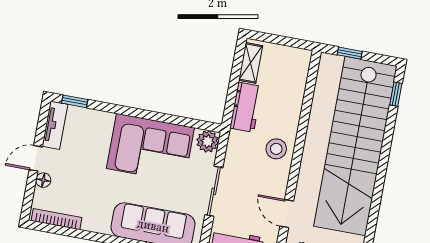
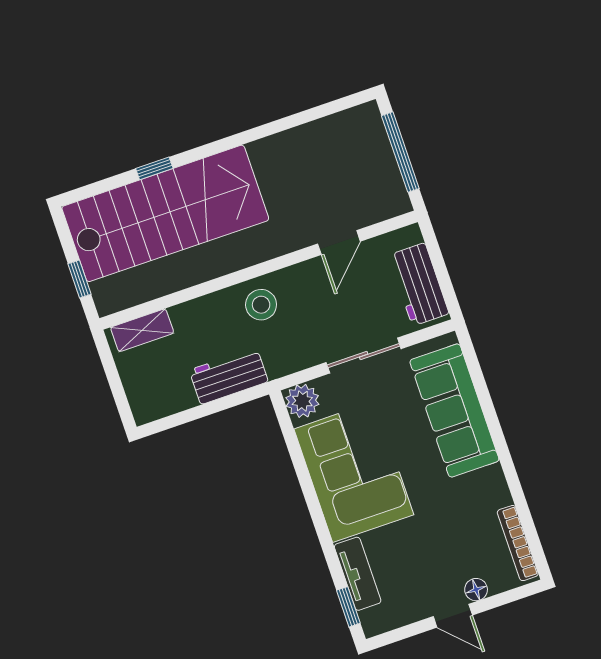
shelving: (251, 63) -> (142, 330), moved
window: (396, 94) -> (154, 168), moved
tv unit: (55, 125) -> (358, 574), moved, turned 90
stairs: (355, 146) -> (165, 213), width x0.73

